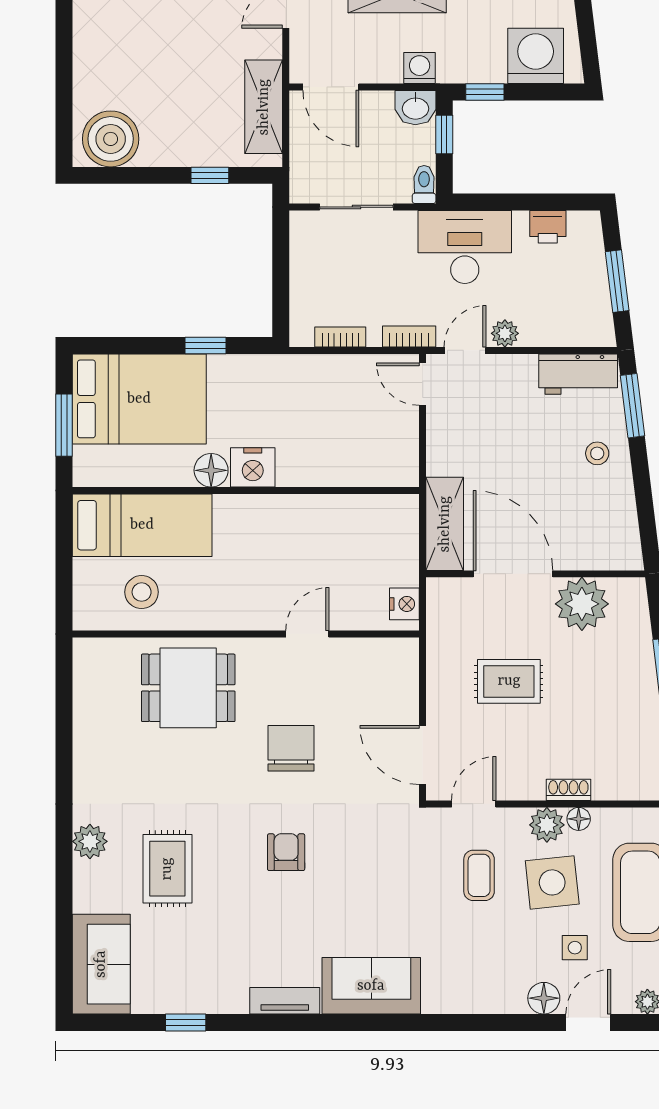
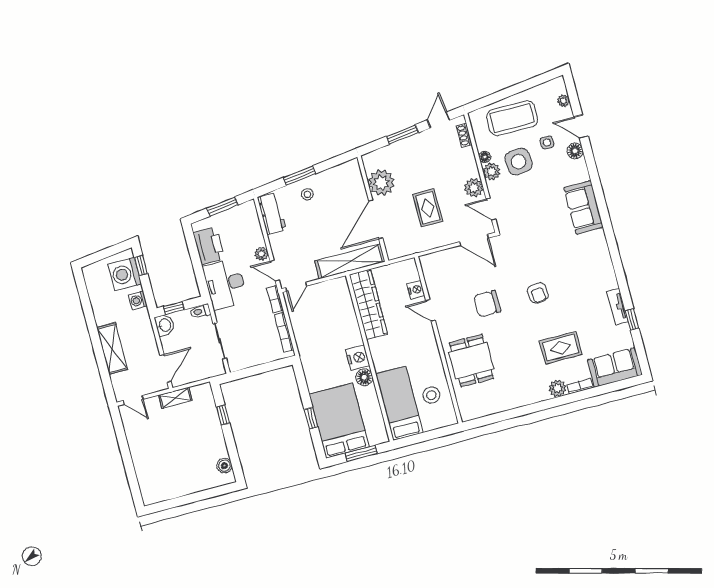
washing machine: (420, 68) -> (138, 300), moved
window: (485, 92) -> (141, 266), moved
shelving: (264, 107) -> (175, 398), width x0.67, depth x0.75
boiler: (111, 139) -> (224, 466), width x0.54, depth x0.54
printer: (548, 227) -> (209, 246), width x1.87, depth x1.48
bookcase: (340, 337) -> (284, 332), width x1.56
window: (205, 345) -> (311, 418), moved
window: (632, 406) -> (299, 176), moved
wardrobe: (351, 516) -> (368, 304), added
shelving: (445, 524) -> (350, 261), width x1.47
nightstand: (404, 604) -> (416, 290), moved, turned 90
door: (423, 755) -> (474, 240), hinge flipped
plant: (524, 782) -> (474, 188), added
shoe rack: (568, 790) -> (464, 135), moved
armchair: (286, 852) -> (538, 293), turned -97
coffee table: (479, 875) -> (524, 198), removed
bookcase: (82, 887) -> (580, 386), added
sofa: (371, 986) -> (584, 207), moved
tv unit: (285, 1001) -> (618, 307), moved

